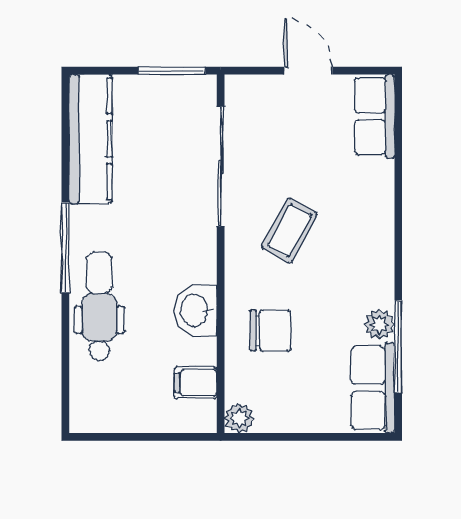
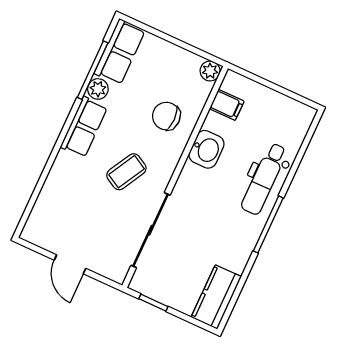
window: (172, 71) -> (153, 303), width x0.67
row of seats: (374, 116) -> (84, 127), moved
kitchen counter: (91, 139) -> (216, 297), width x0.67

